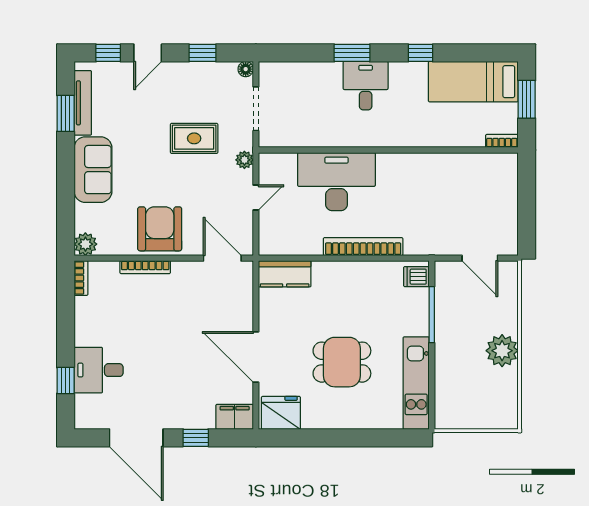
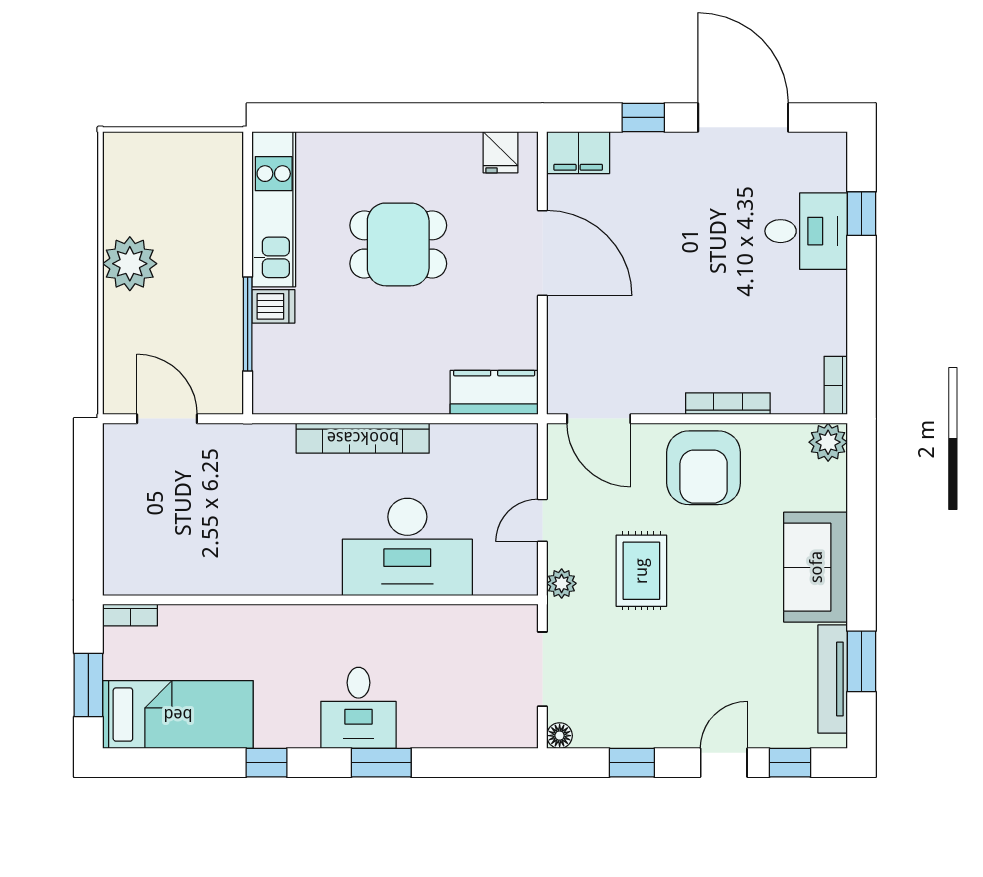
rug: (194, 138) -> (641, 571), moved, turned 90
dishwasher: (416, 277) -> (273, 306), moved
fridge: (281, 413) -> (500, 152), width x0.53, depth x0.75

